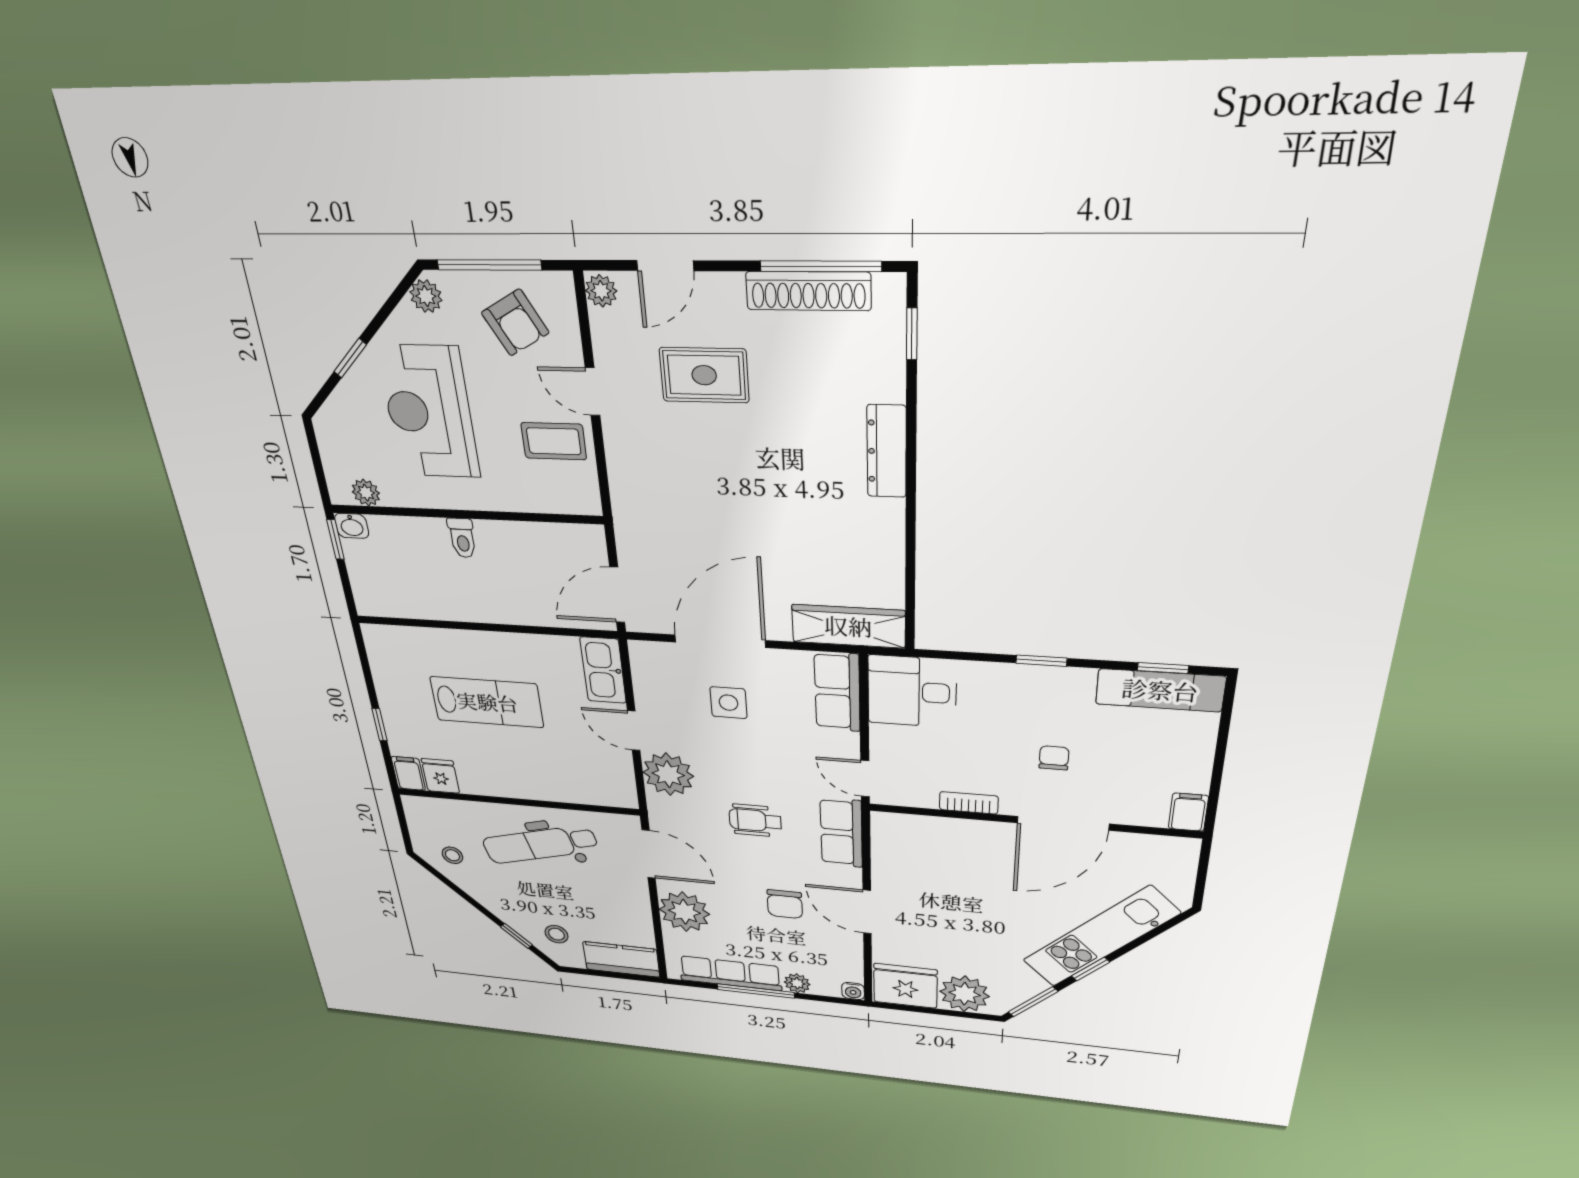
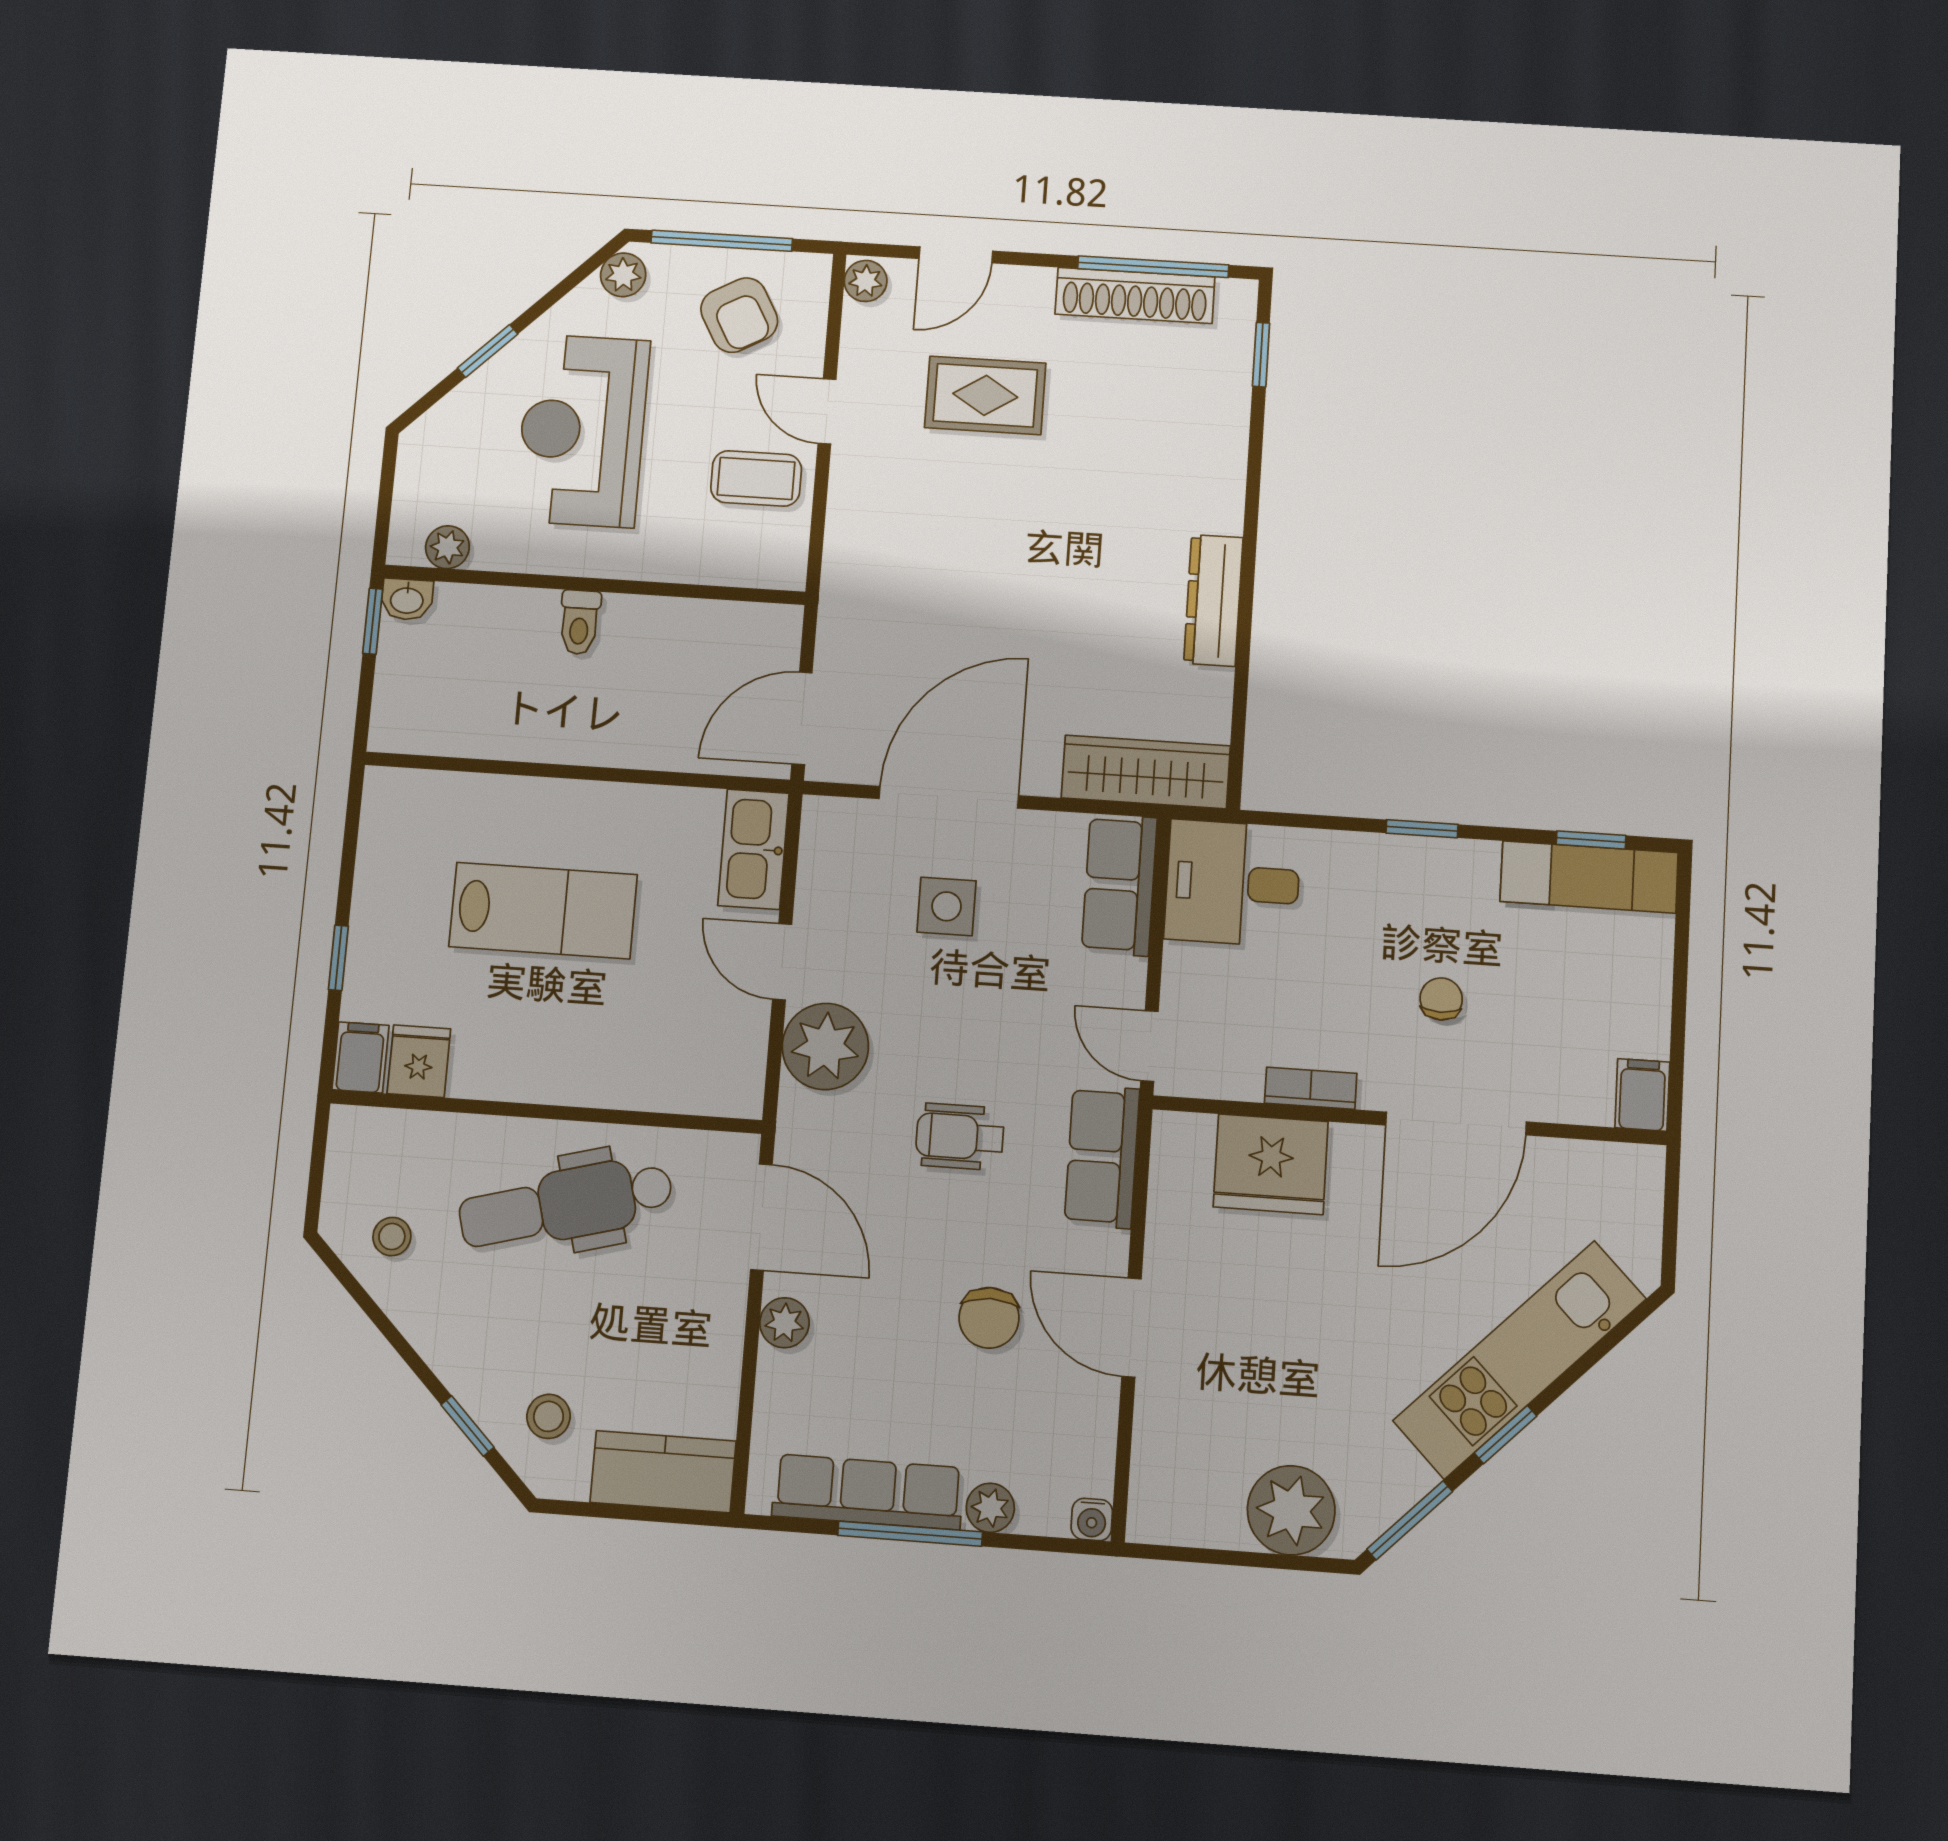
dresser: (887, 451) -> (1213, 600), moved
plant: (684, 912) -> (784, 1323), width x0.53, depth x0.53
fridge: (905, 986) -> (1271, 1164), moved, turned 180

